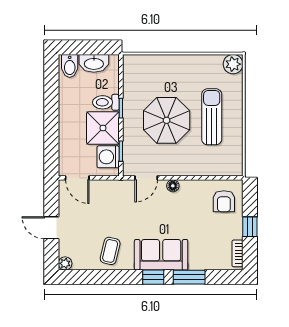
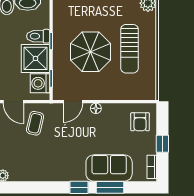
sun lounger: (212, 117) -> (129, 49), turned 180
coffee table: (110, 251) -> (35, 123), moved
sofa: (161, 255) -> (109, 168), moved

